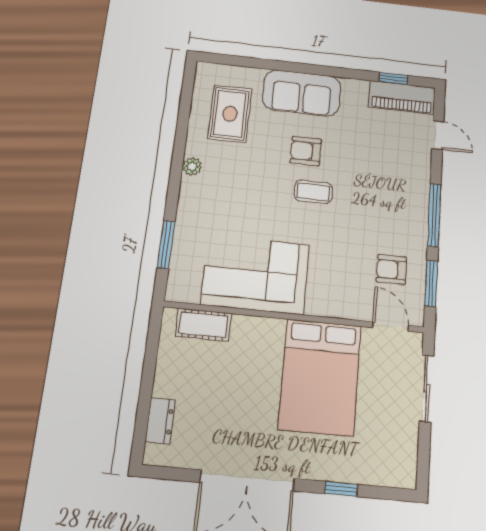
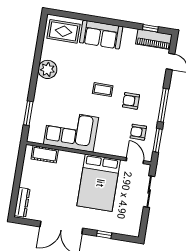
rug: (230, 114) -> (63, 31), moved, turned 90
armchair: (306, 151) -> (131, 101), moved
plant: (192, 166) -> (47, 69), width x1.87, depth x1.87
dresser: (160, 421) -> (22, 202), width x1.44

